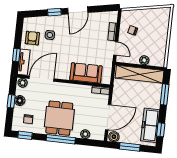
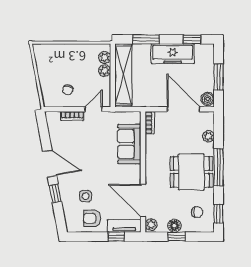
plant: (154, 61) -> (105, 57), added
freezer: (150, 125) -> (173, 54), moved

